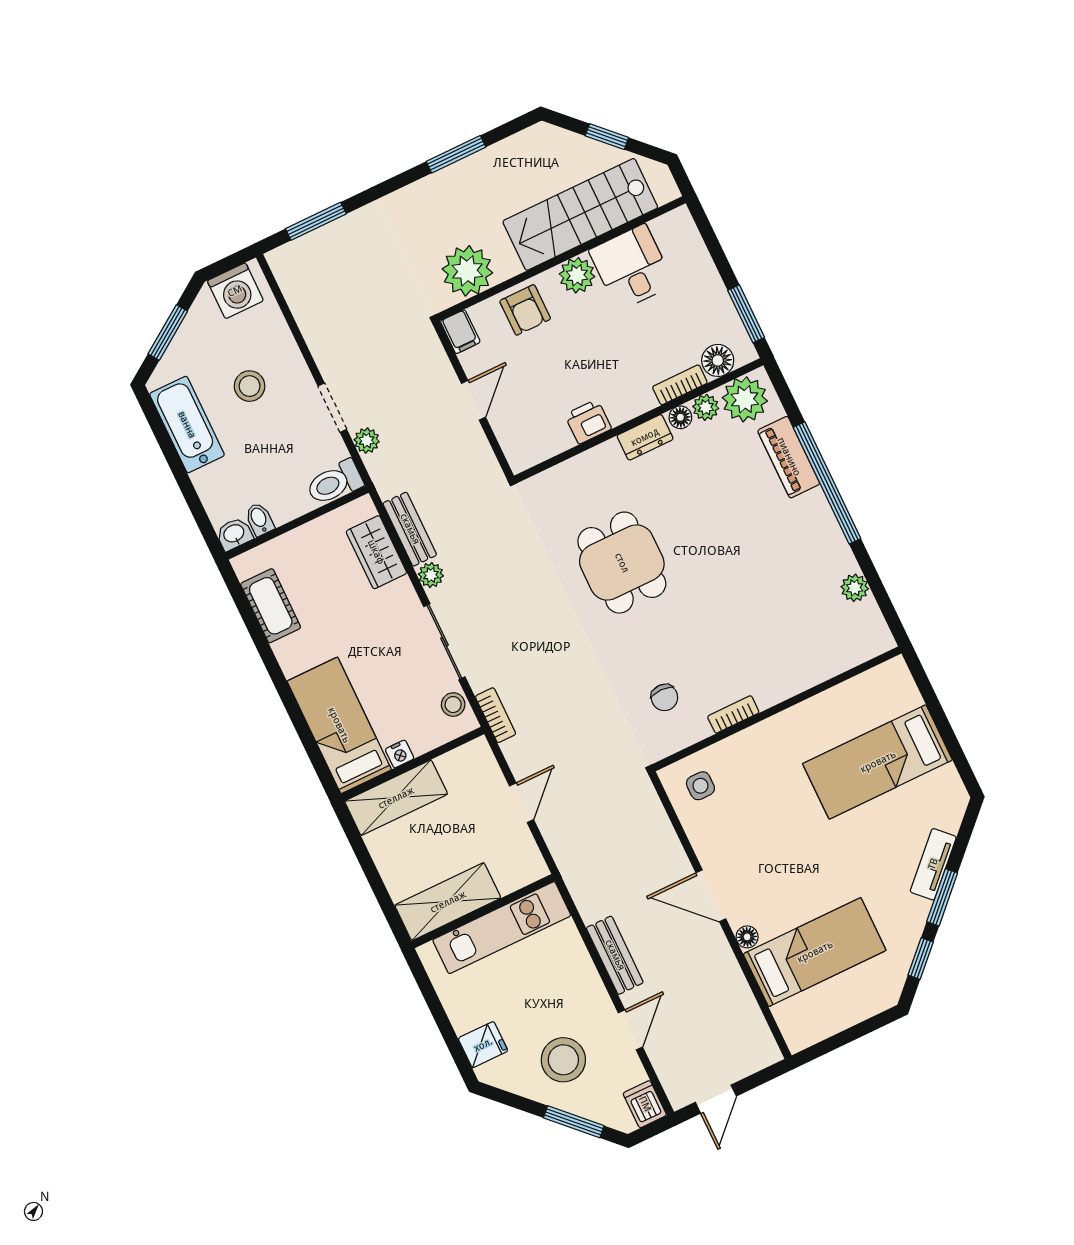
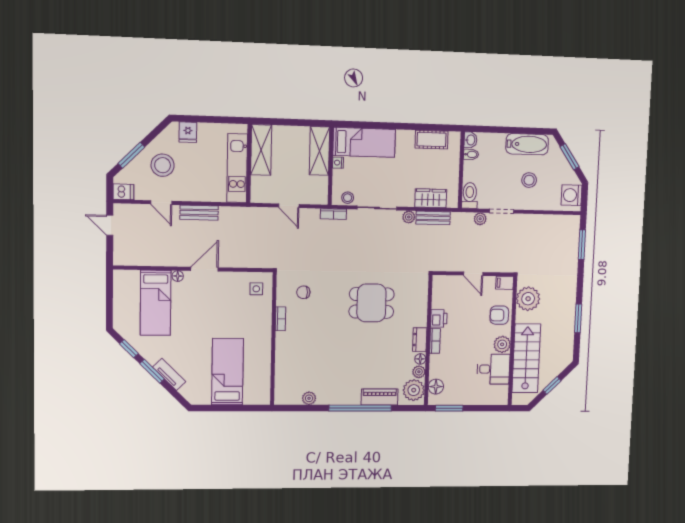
bookcase: (680, 385) -> (435, 341), moved

